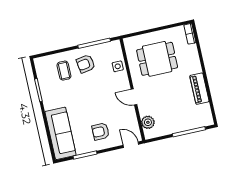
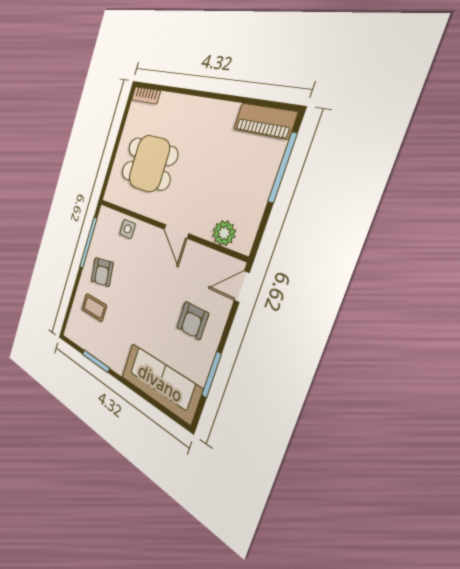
dining table: (157, 59) -> (149, 163), turned 90
piano: (199, 89) -> (265, 121), moved
door: (134, 97) -> (176, 231), hinge flipped

